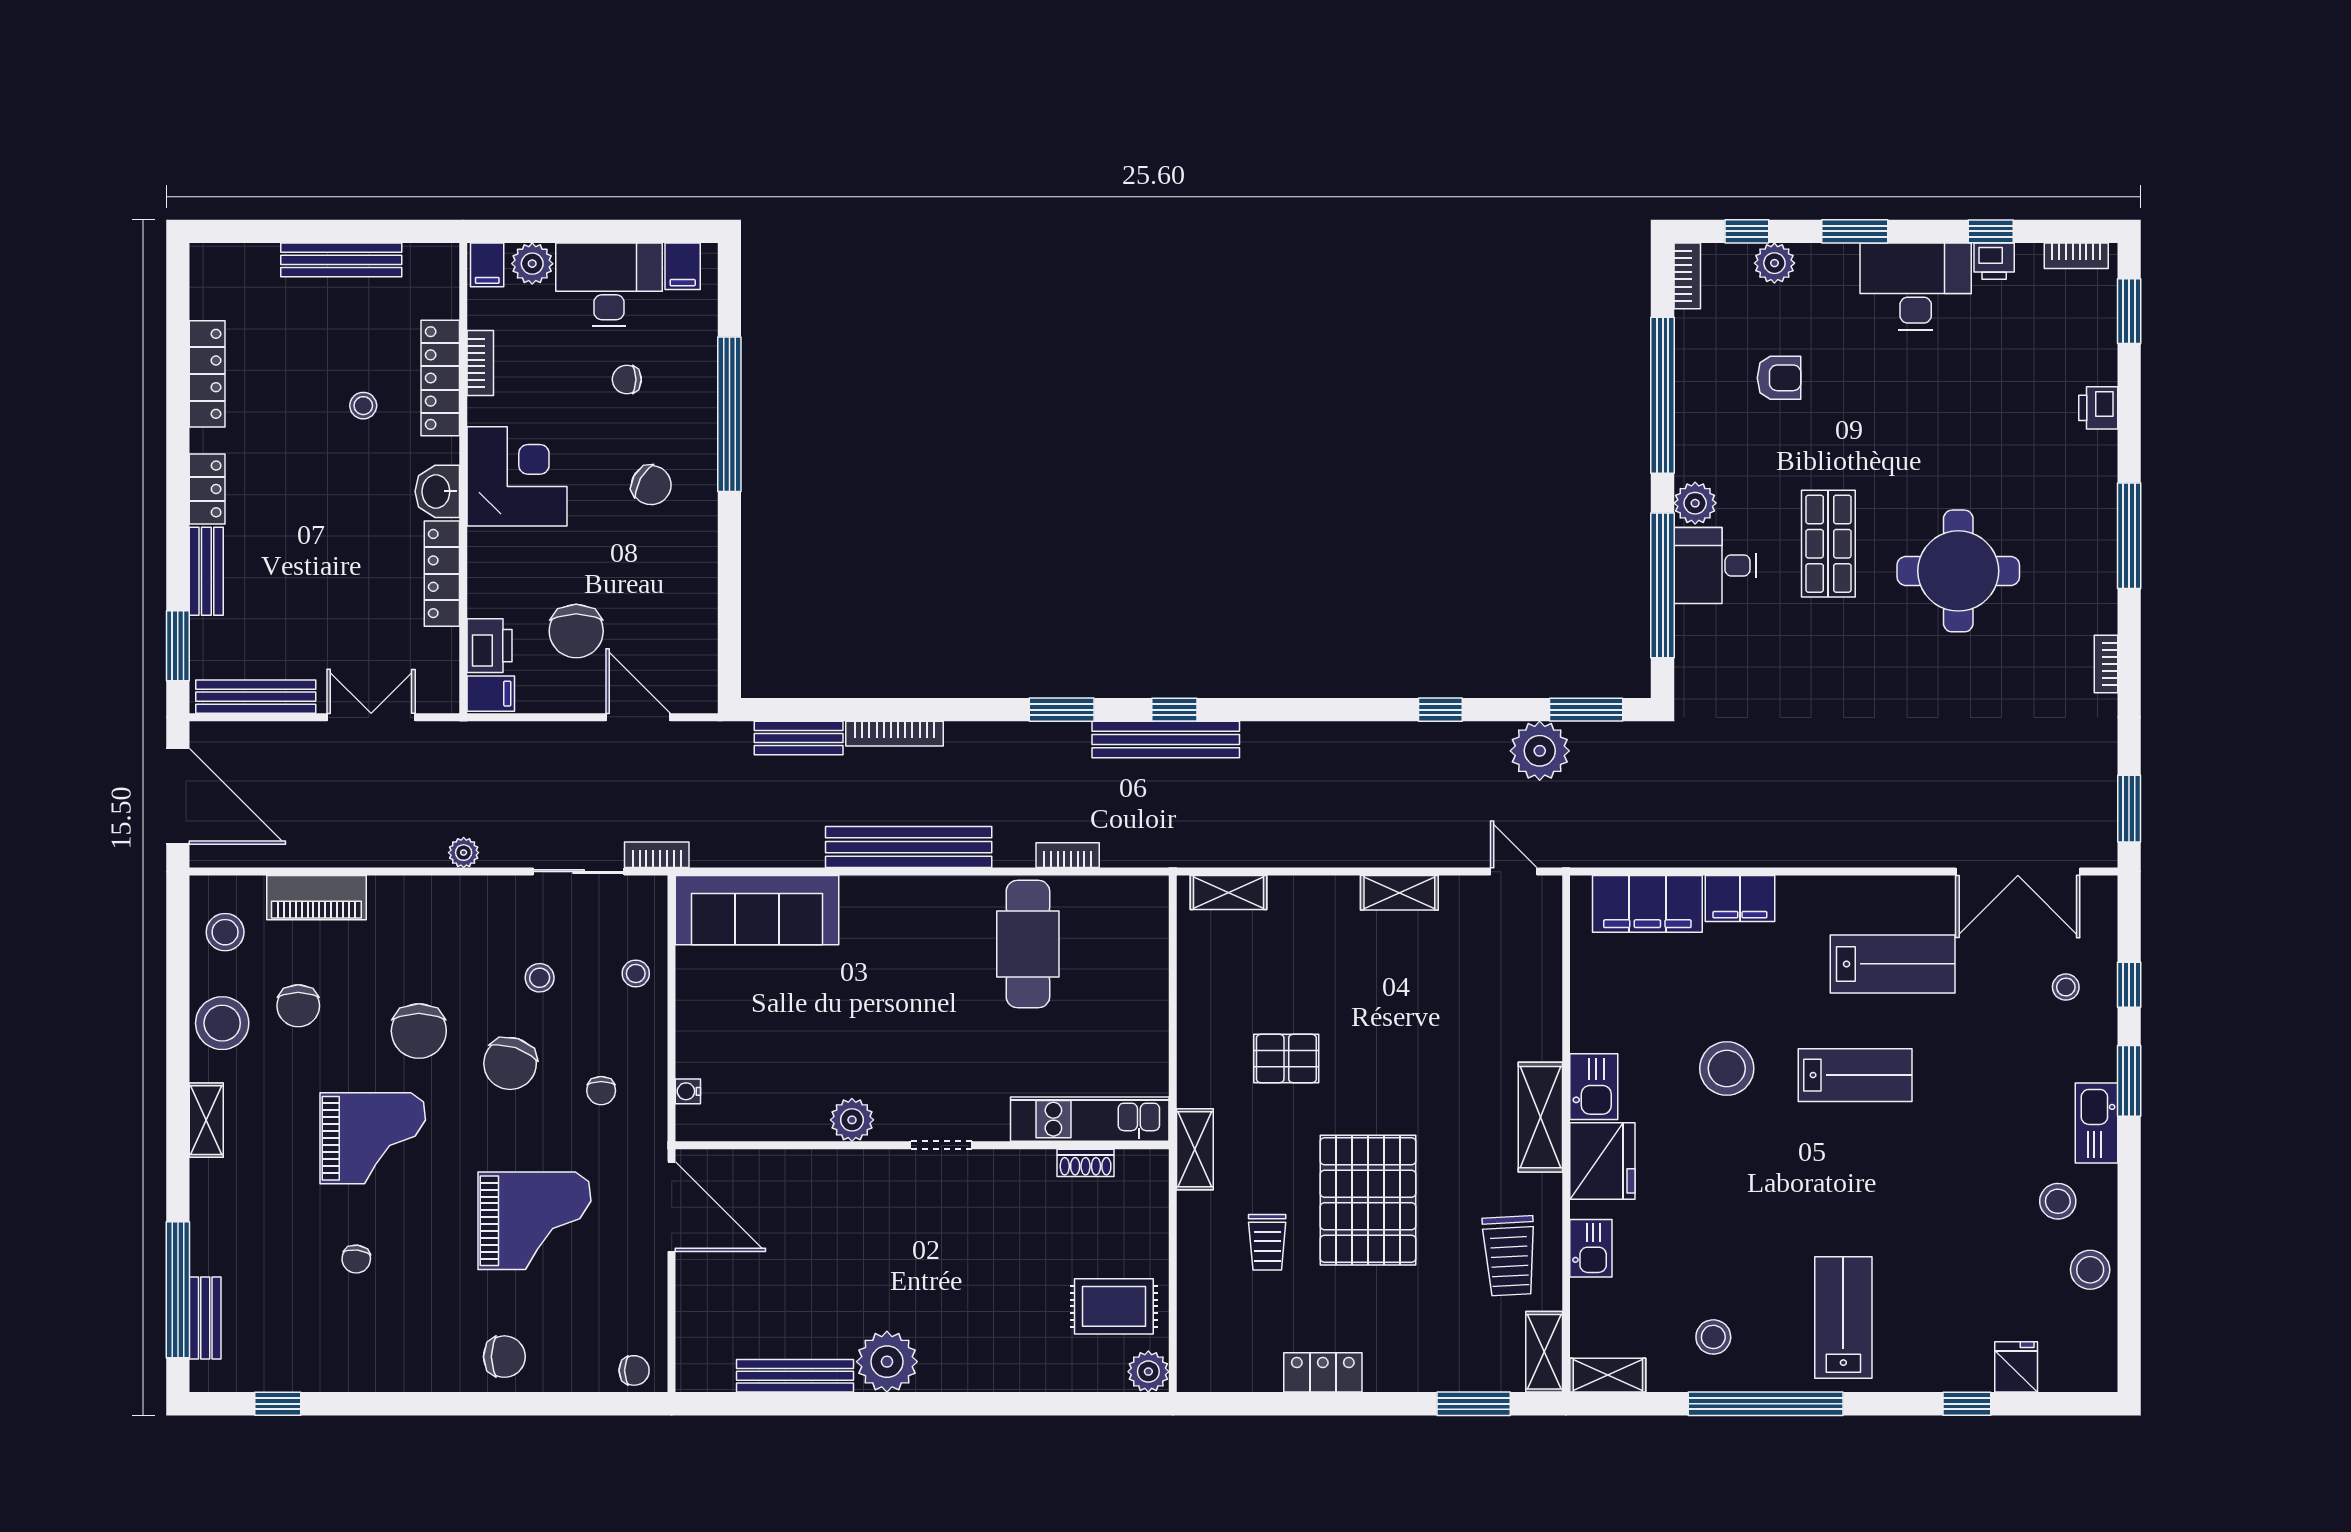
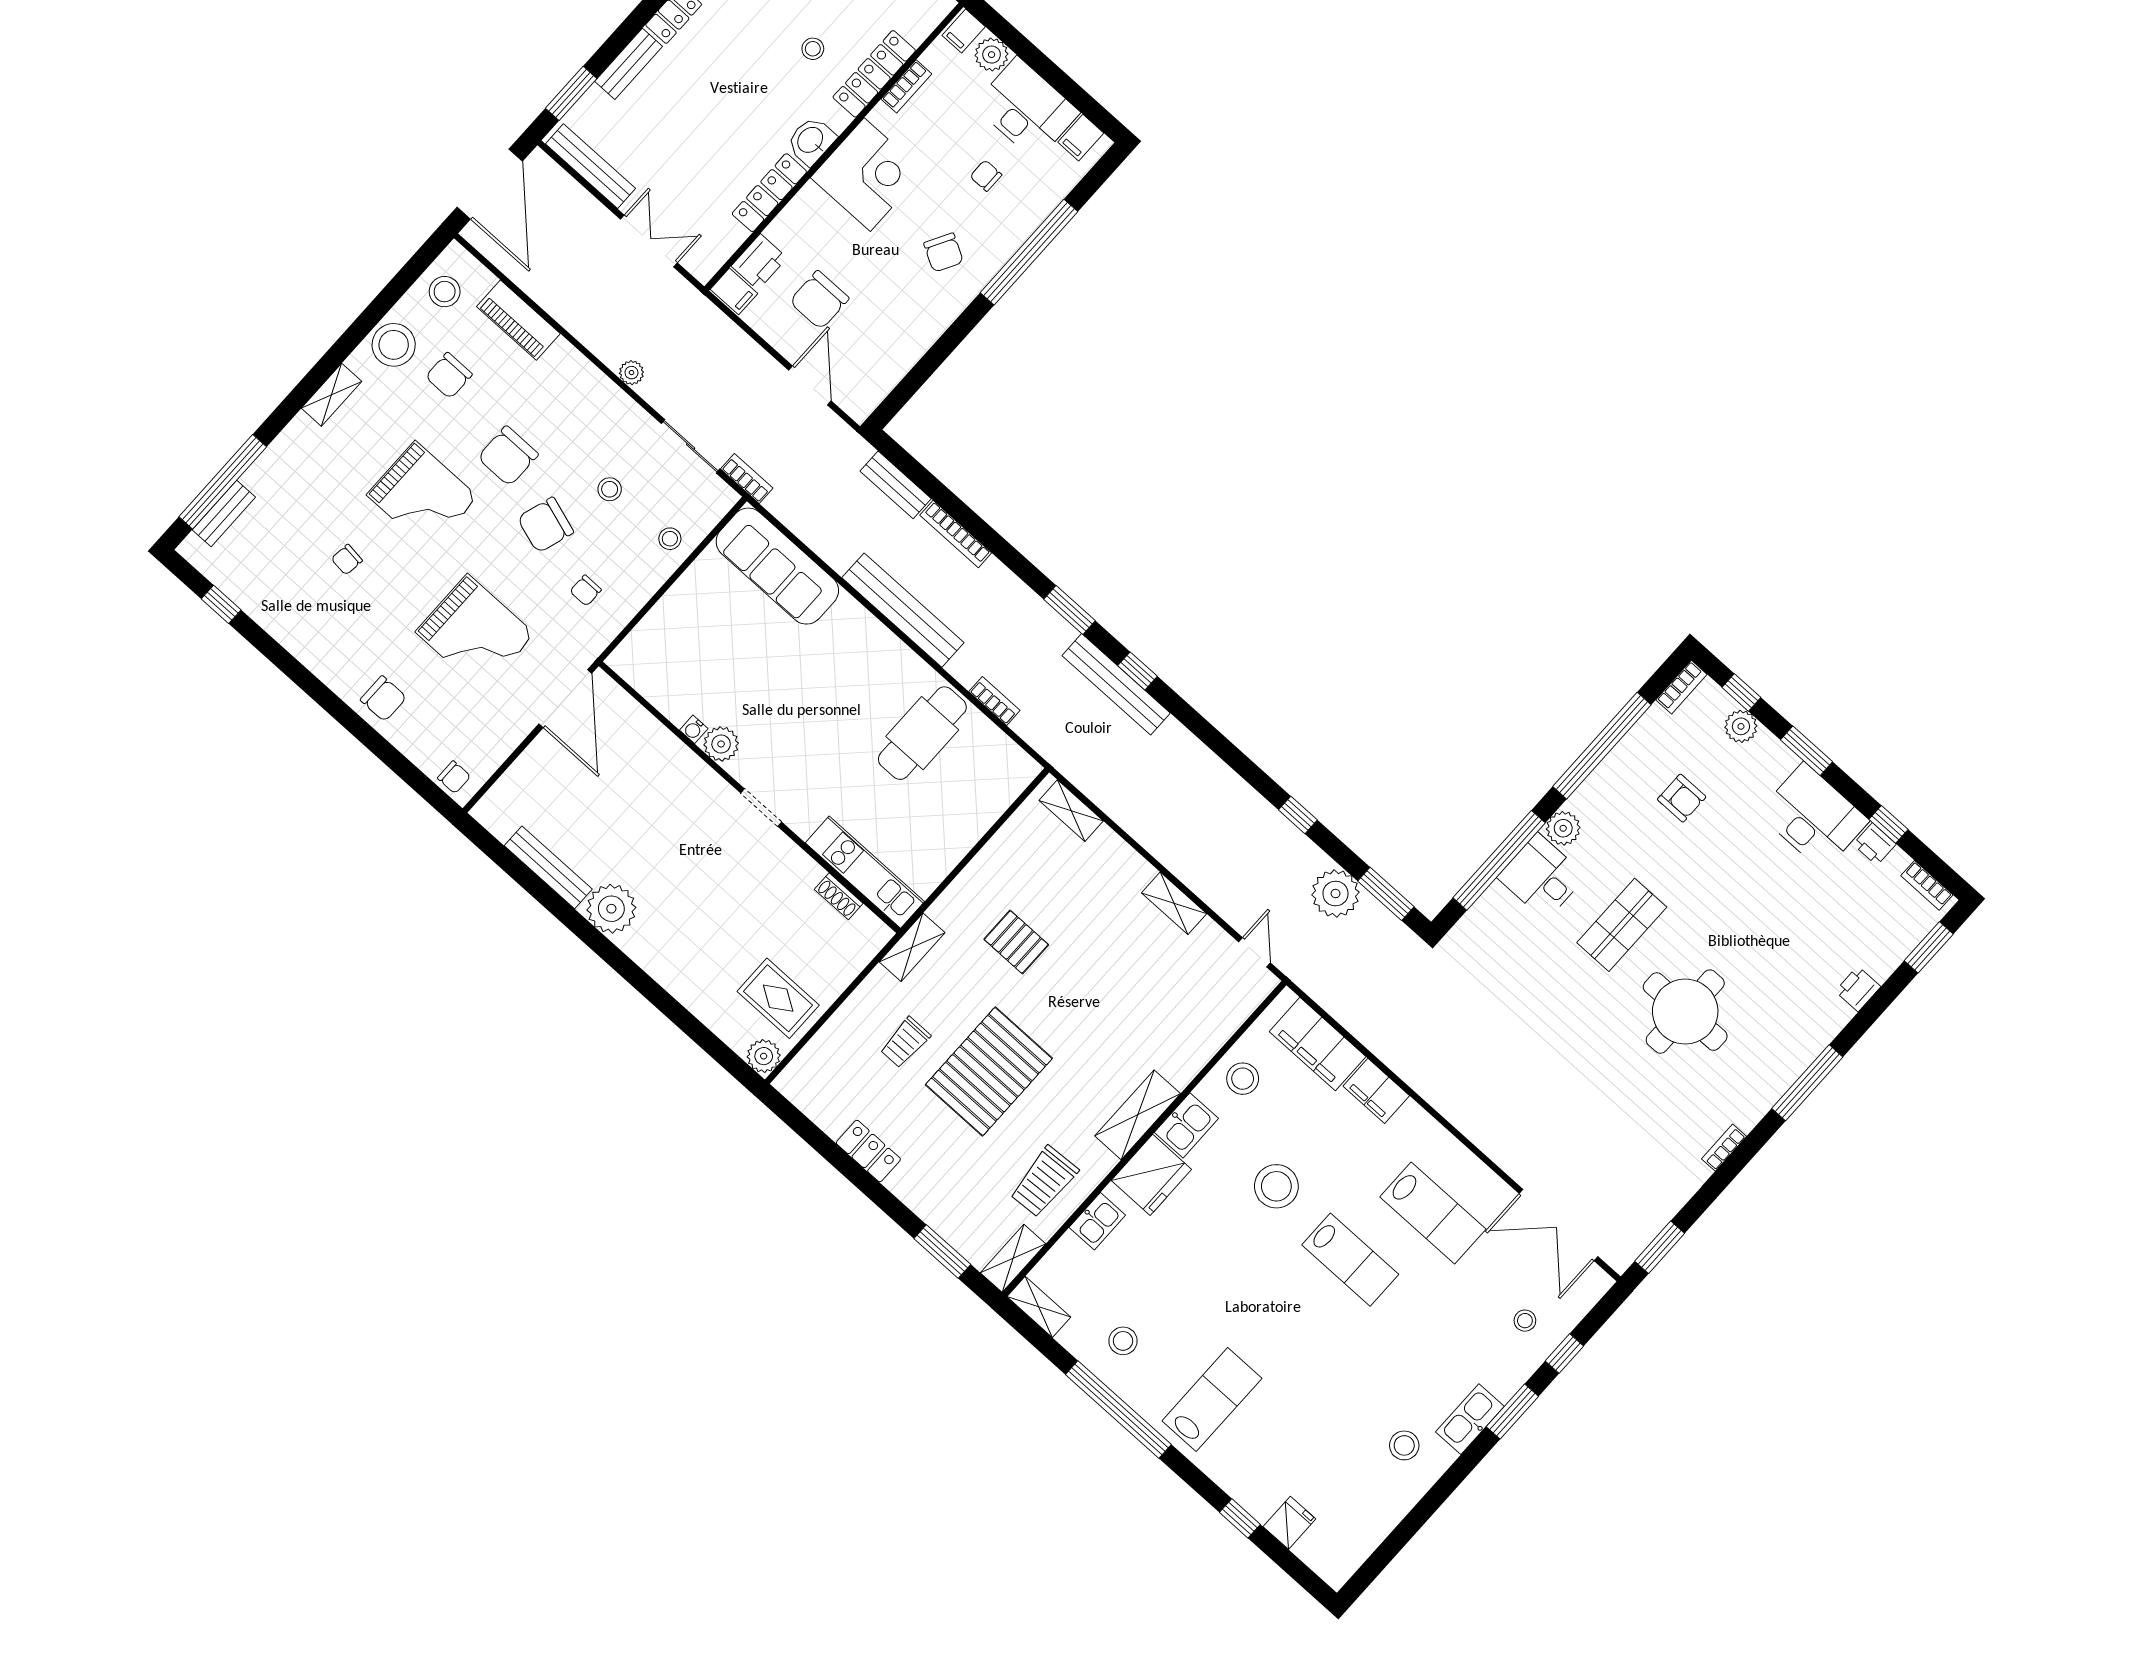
water cooler: (688, 1091) -> (694, 729), moved, turned -90
stool: (2090, 1270) -> (1243, 1079), moved

